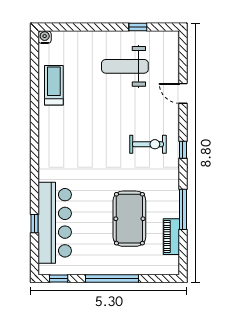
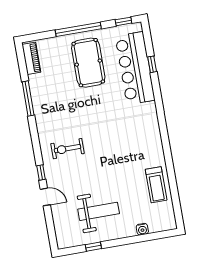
water cooler: (45, 37) -> (142, 229), moved
window: (183, 150) -> (41, 173), moved
pool table: (129, 219) -> (88, 63), moved
piano: (171, 237) -> (31, 58), moved

